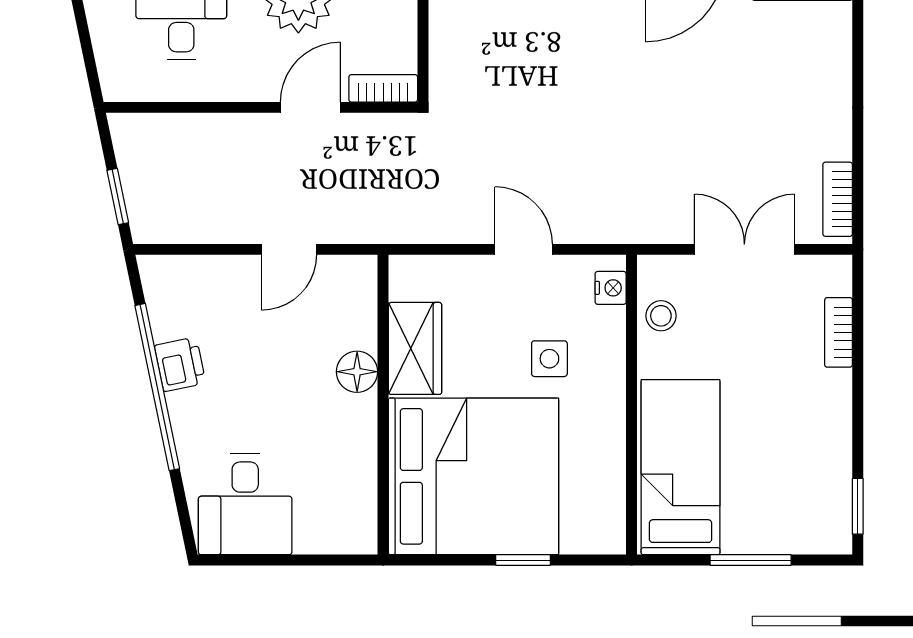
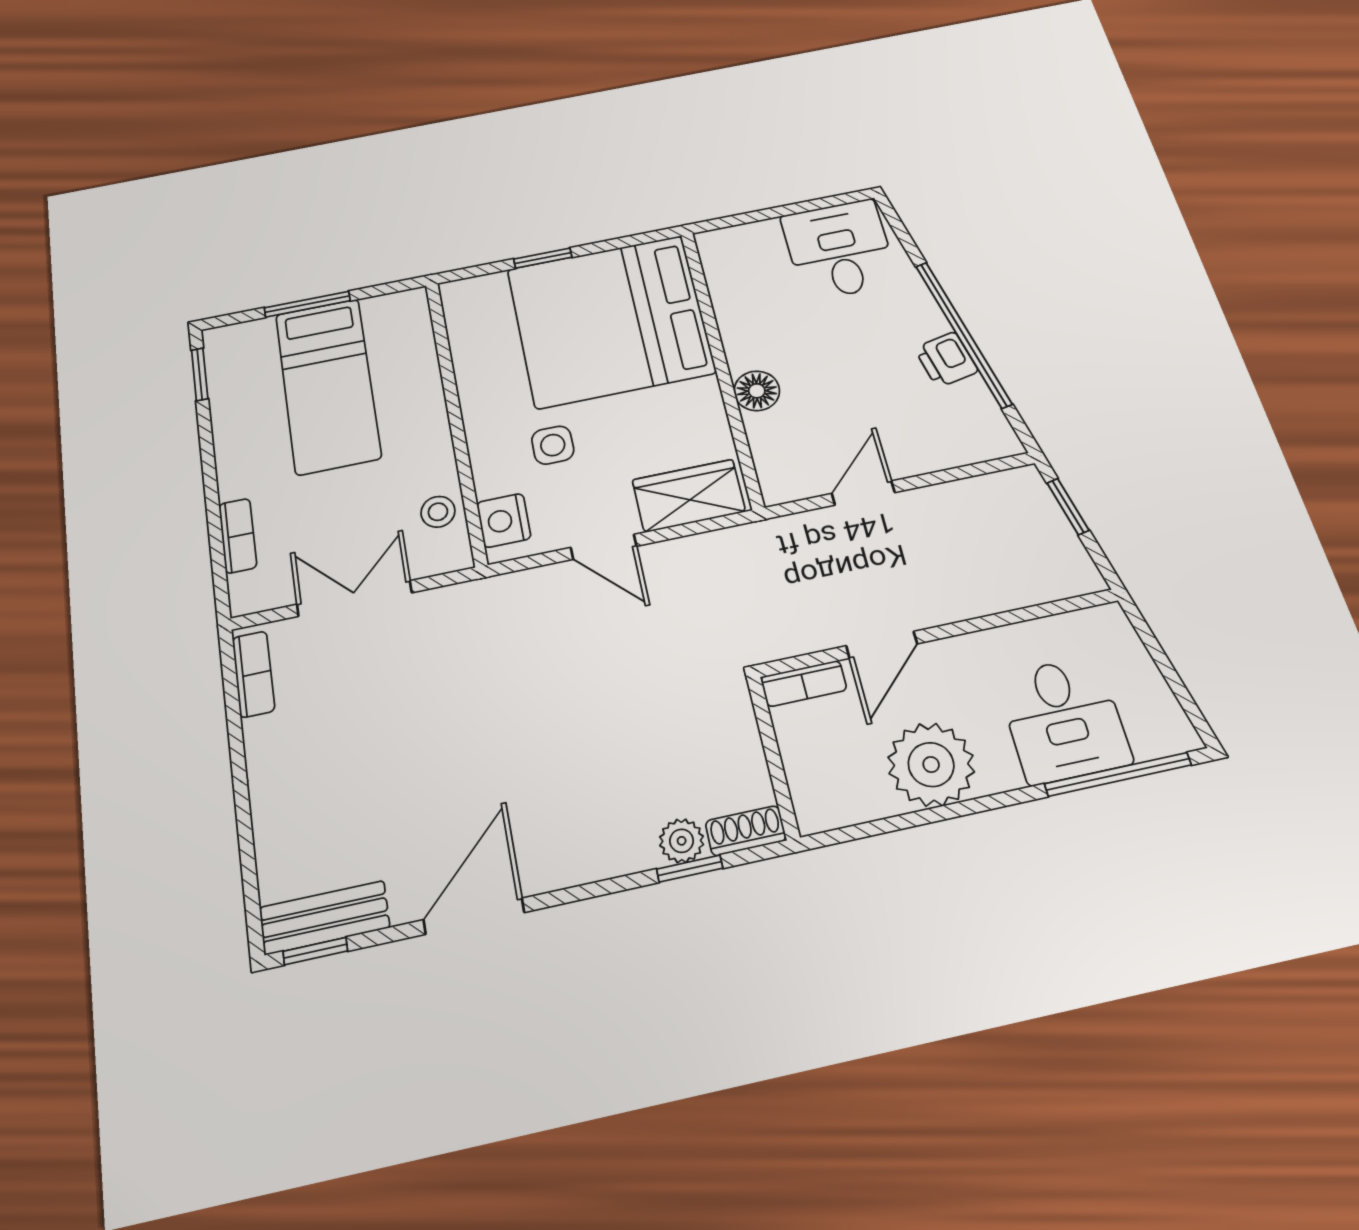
double door: (744, 249) -> (354, 598), swing flipped
nightstand: (611, 288) -> (504, 520), width x1.39, depth x1.35
wardrobe: (415, 348) -> (689, 496), moved, turned 90
bed: (681, 467) -> (328, 385), moved

